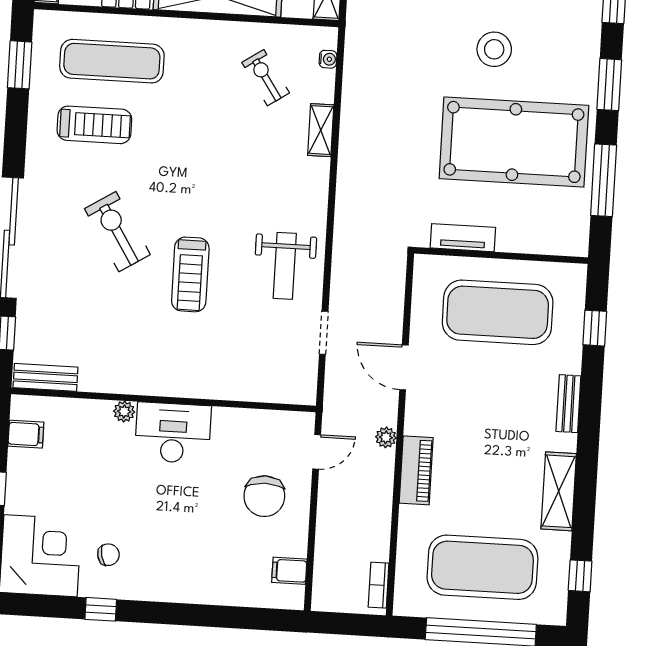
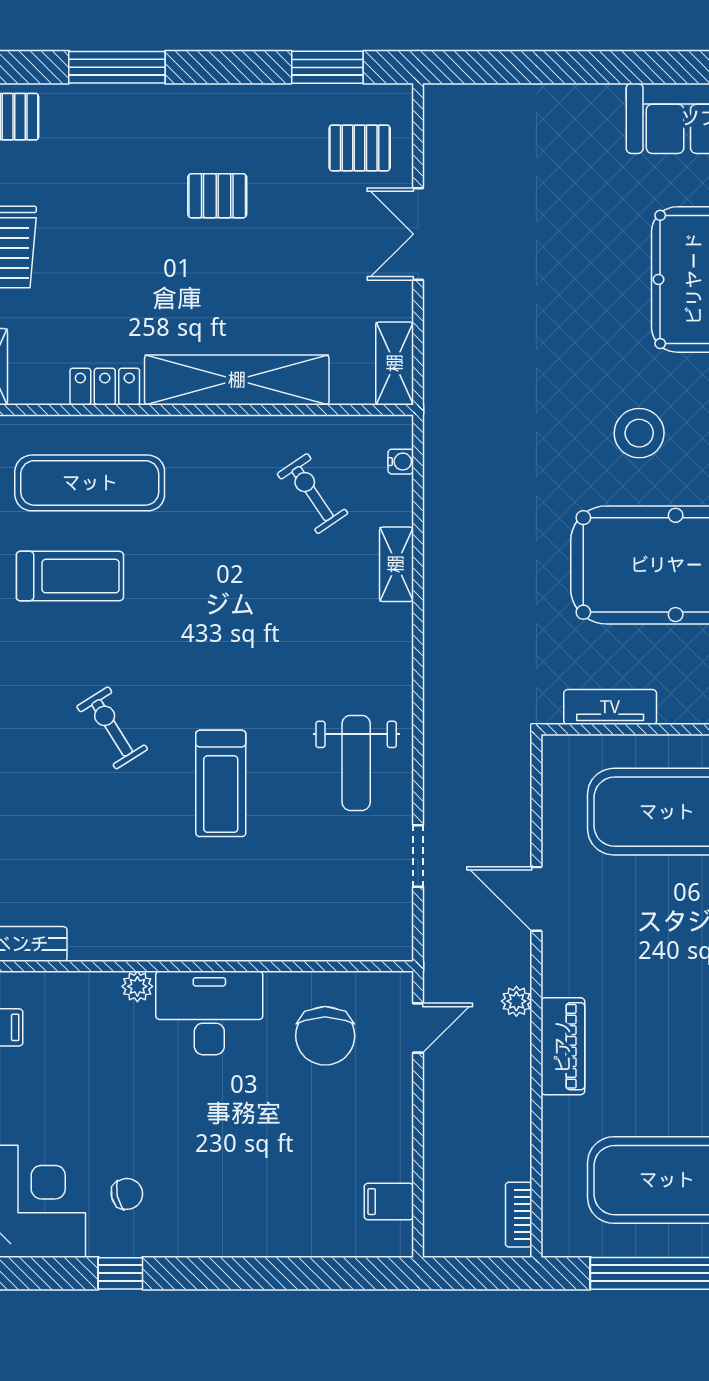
exercise bike: (117, 232) -> (112, 728), width x0.73, depth x0.72
chair: (264, 496) -> (325, 1036), moved

